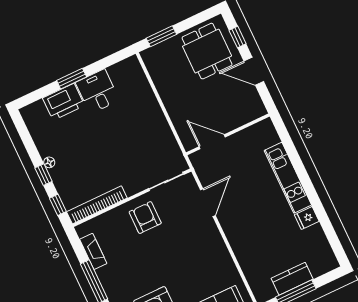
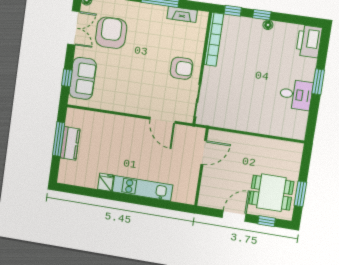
window: (161, 36) -> (300, 194), moved
printer: (64, 102) -> (309, 41), moved

